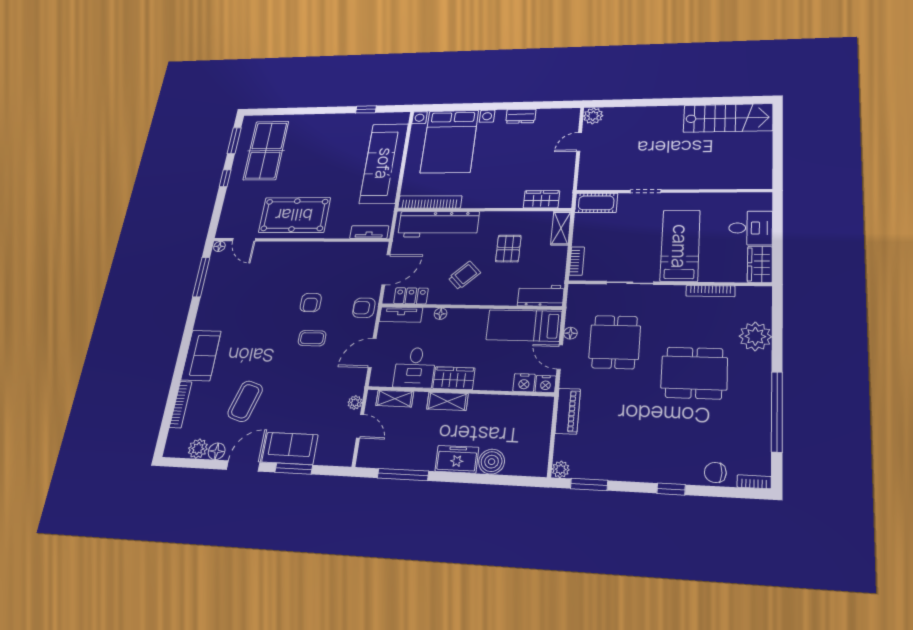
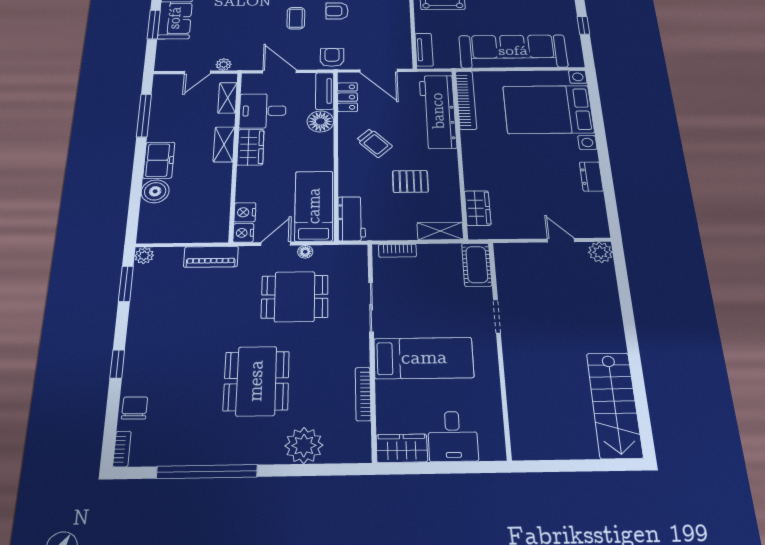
floor lamp: (441, 314) -> (320, 121), width x1.89, depth x1.89

